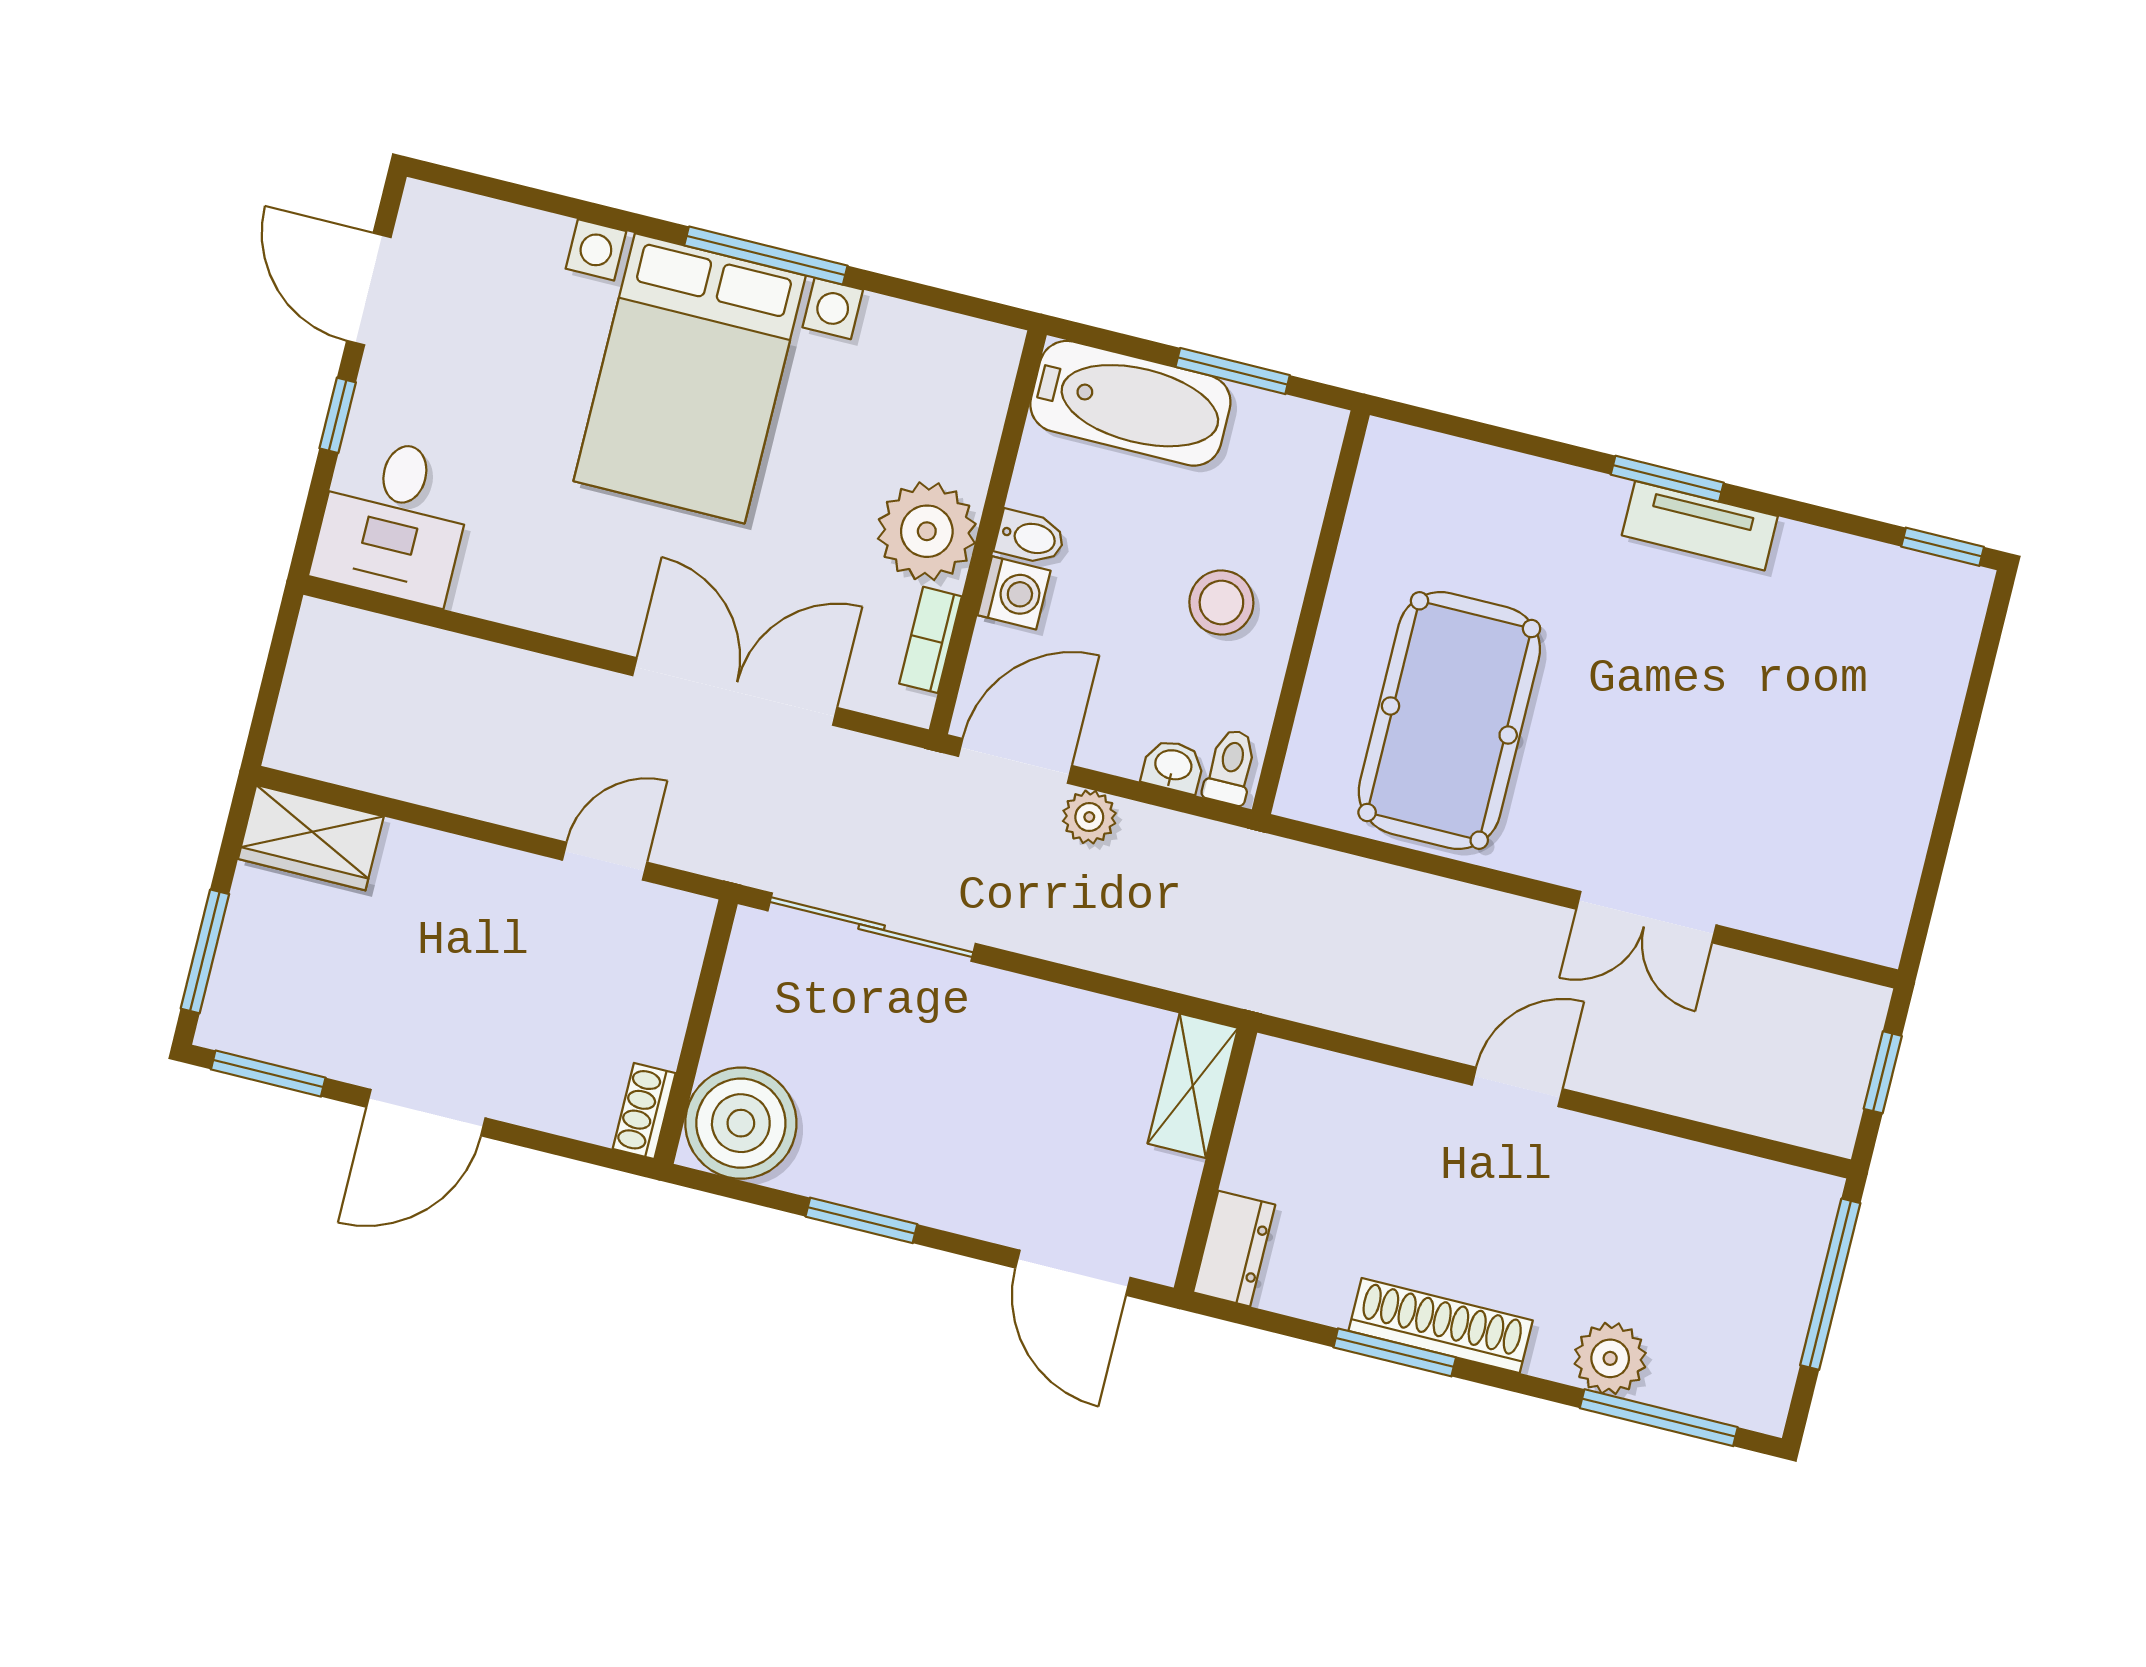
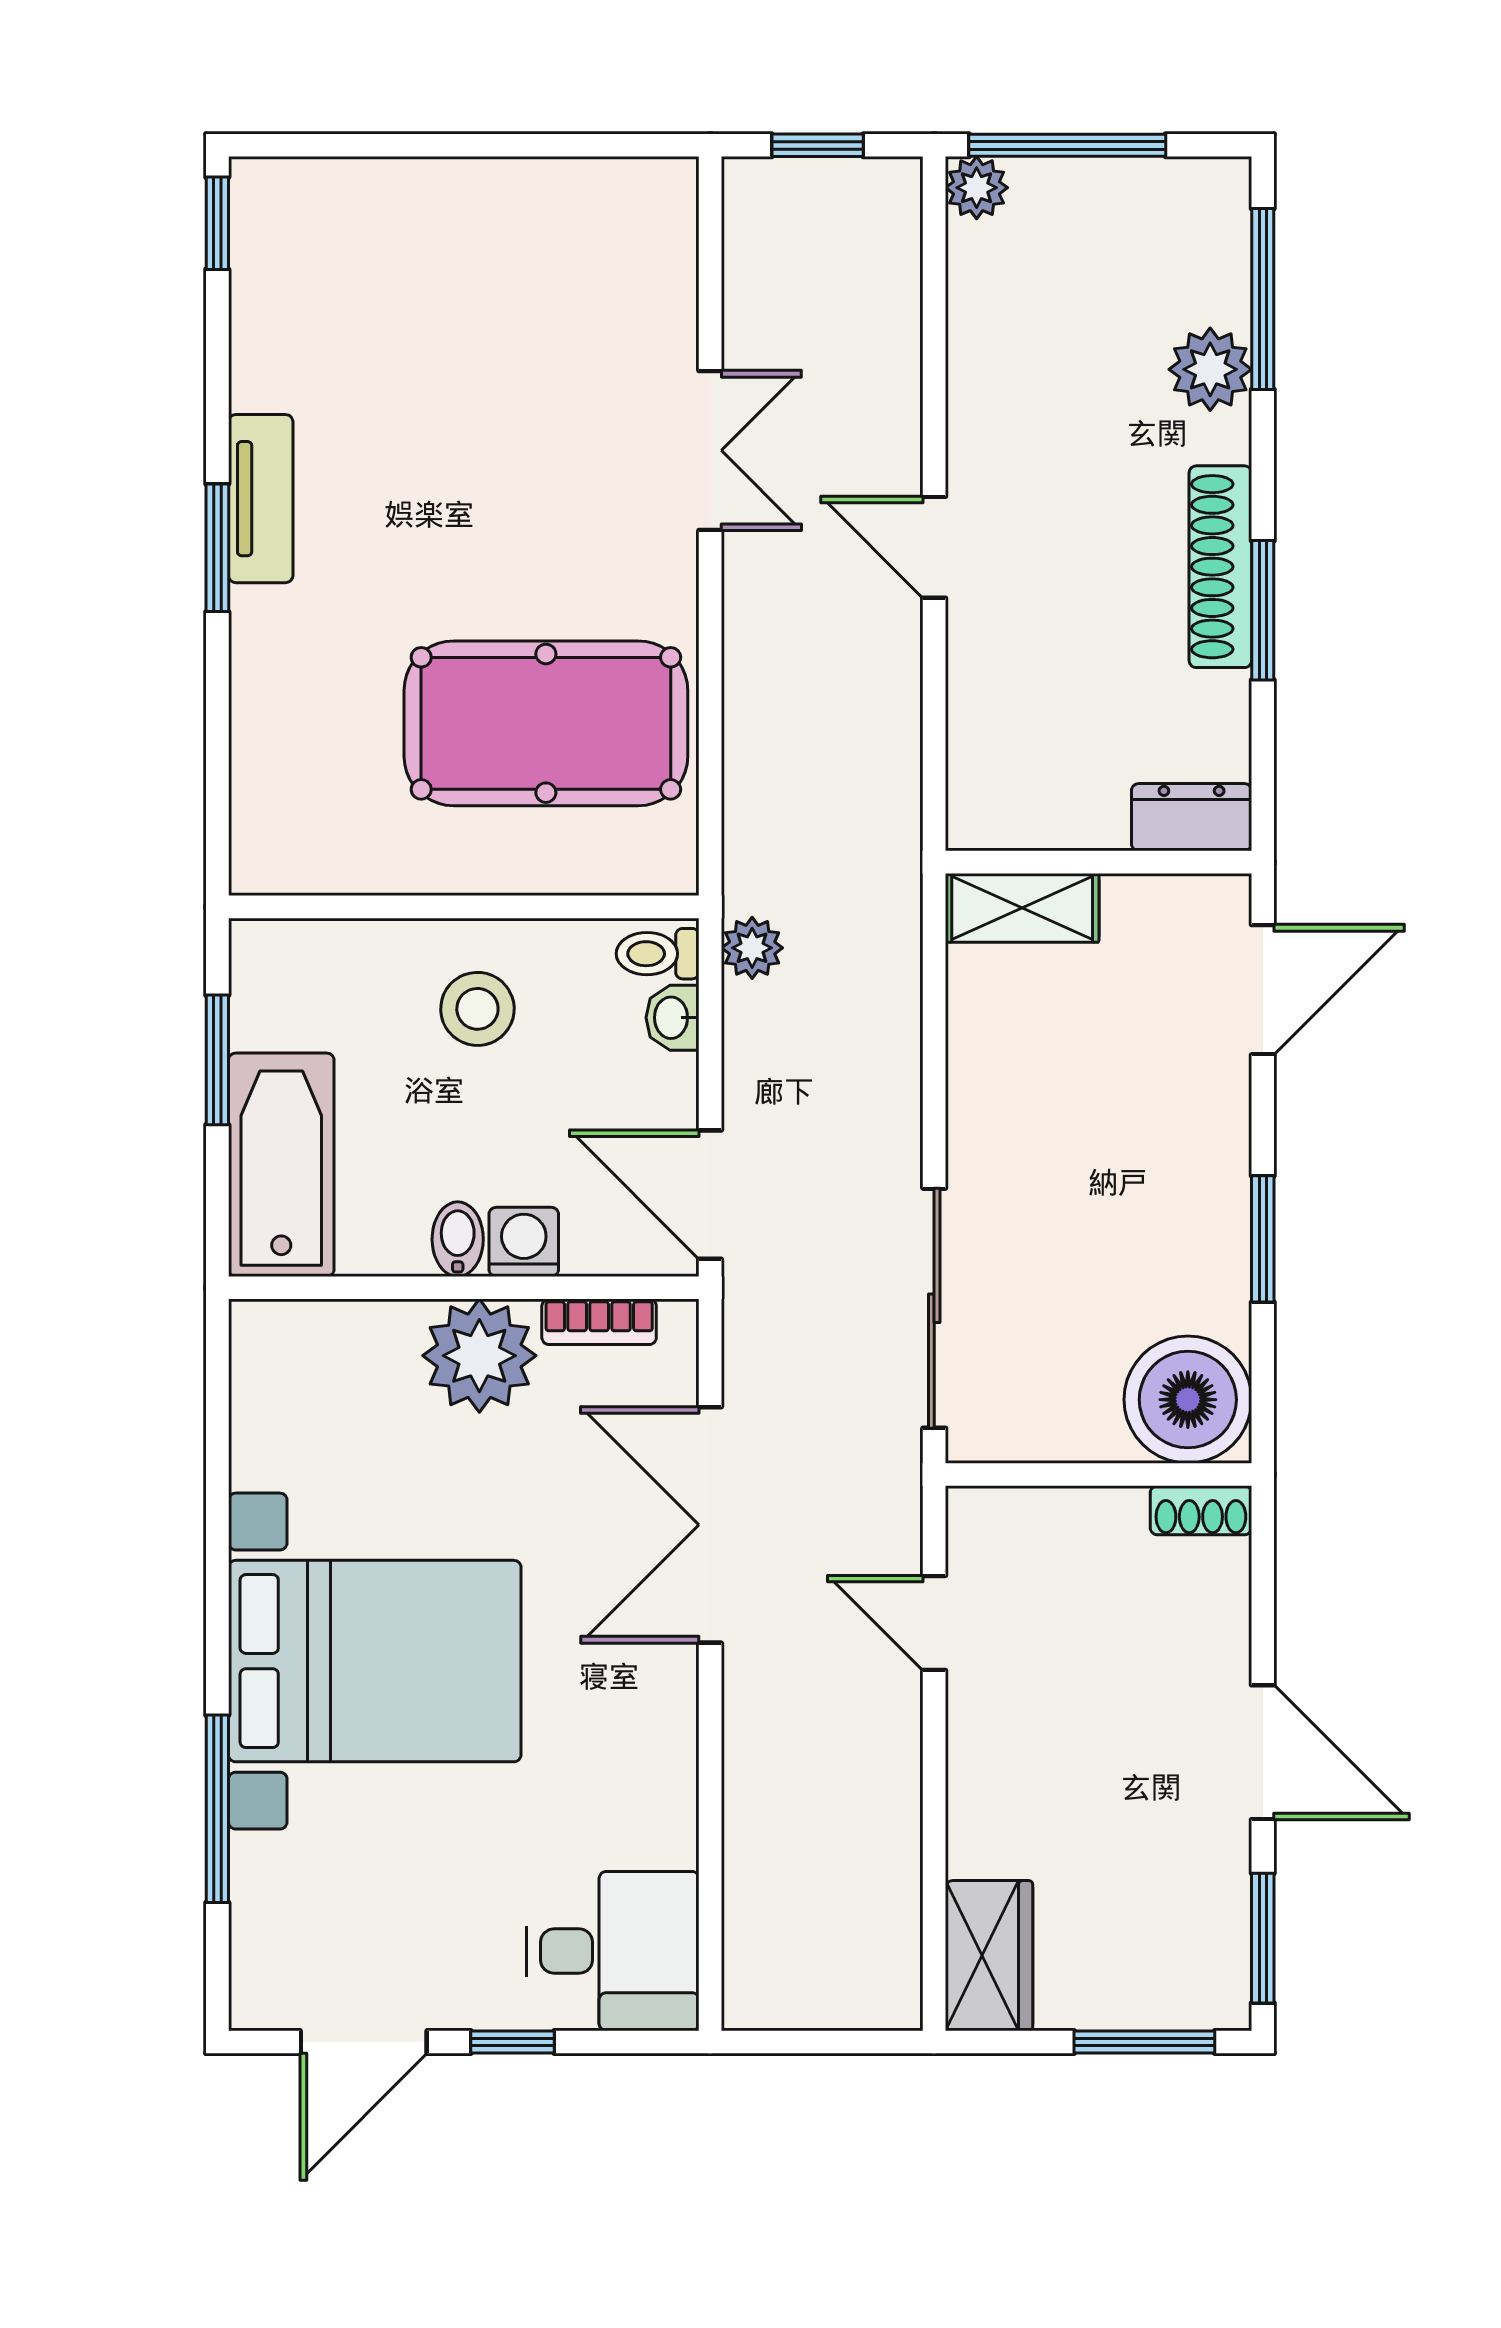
window: (766, 256) -> (217, 1809), moved
plant: (1089, 817) -> (752, 948), moved
plant: (1813, 1198) -> (977, 188), added

